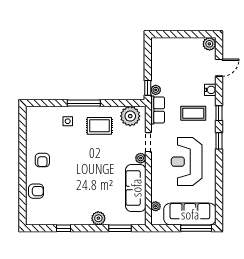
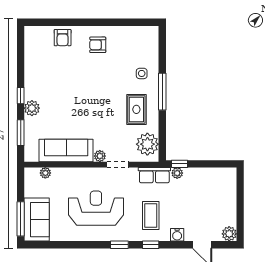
sofa: (190, 214) -> (37, 220), width x0.73
window: (63, 228) -> (21, 96), moved

